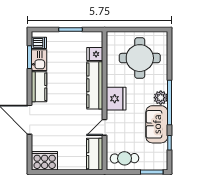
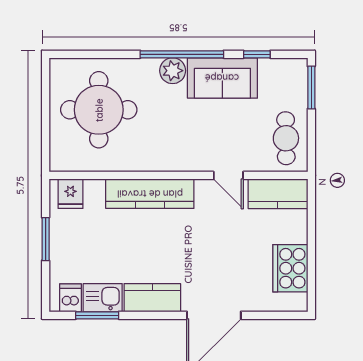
fridge: (95, 54) -> (70, 194), moved
fridge: (116, 99) -> (175, 154), removed
cooker: (45, 161) -> (290, 268), moved

